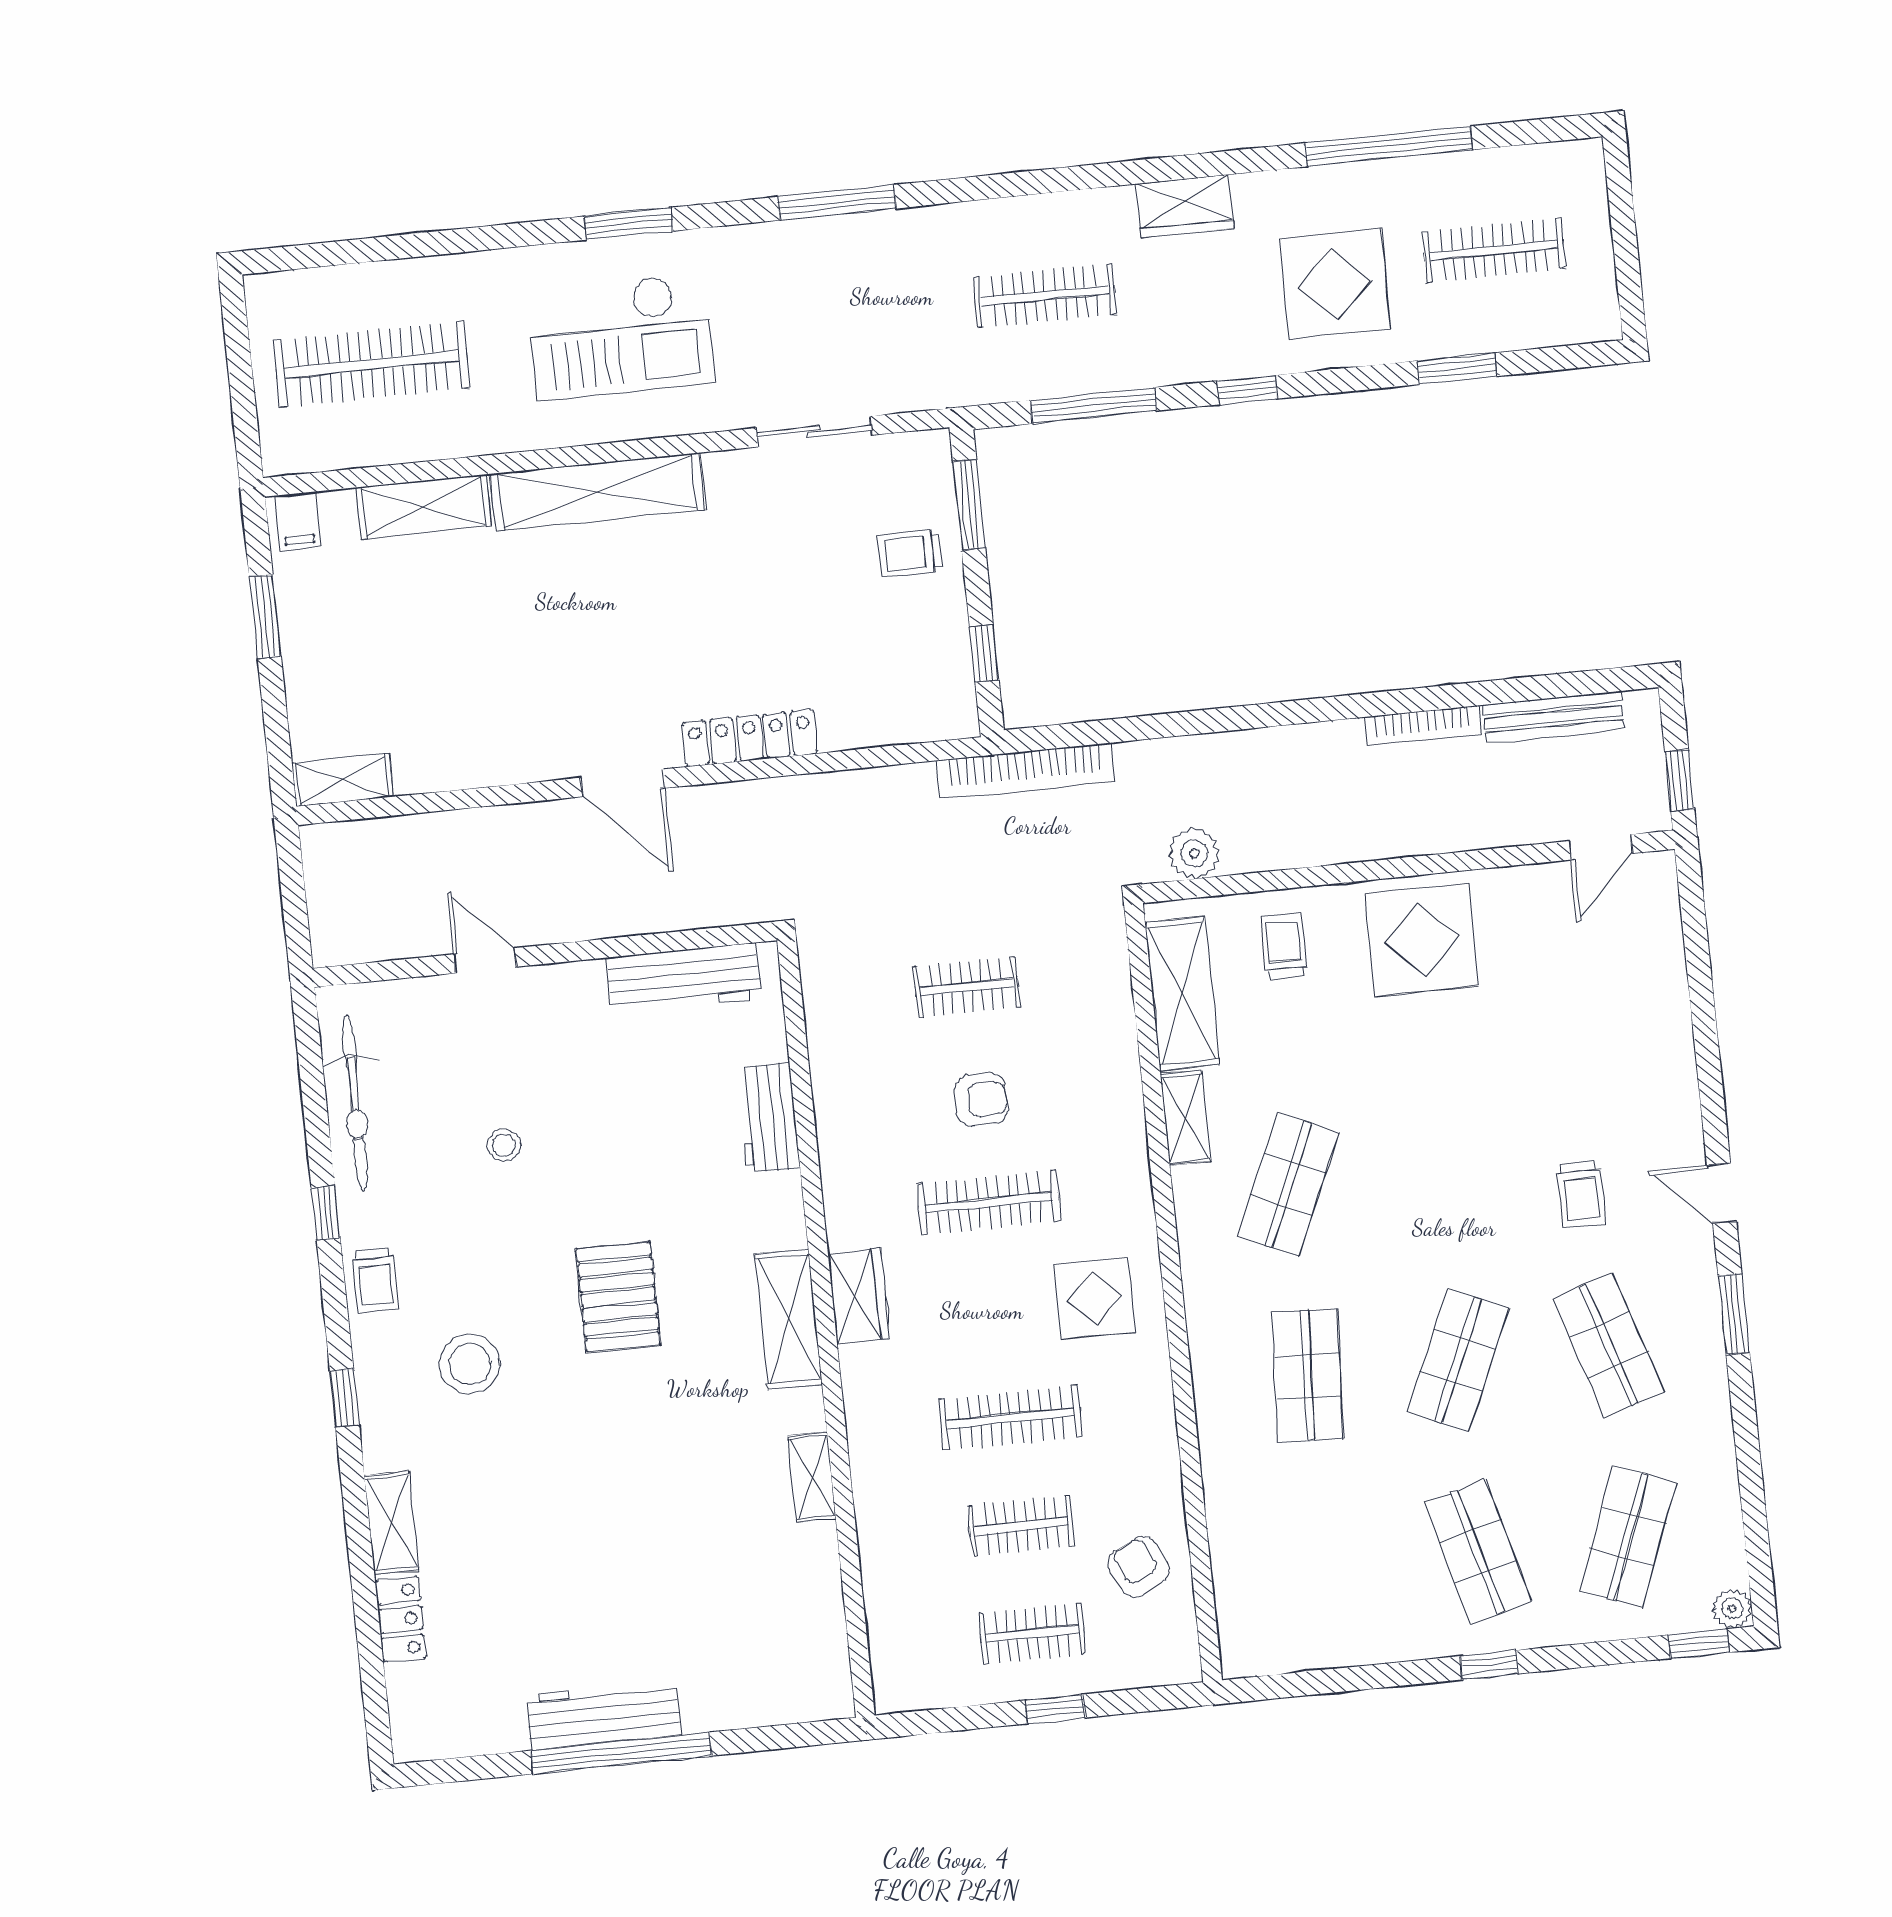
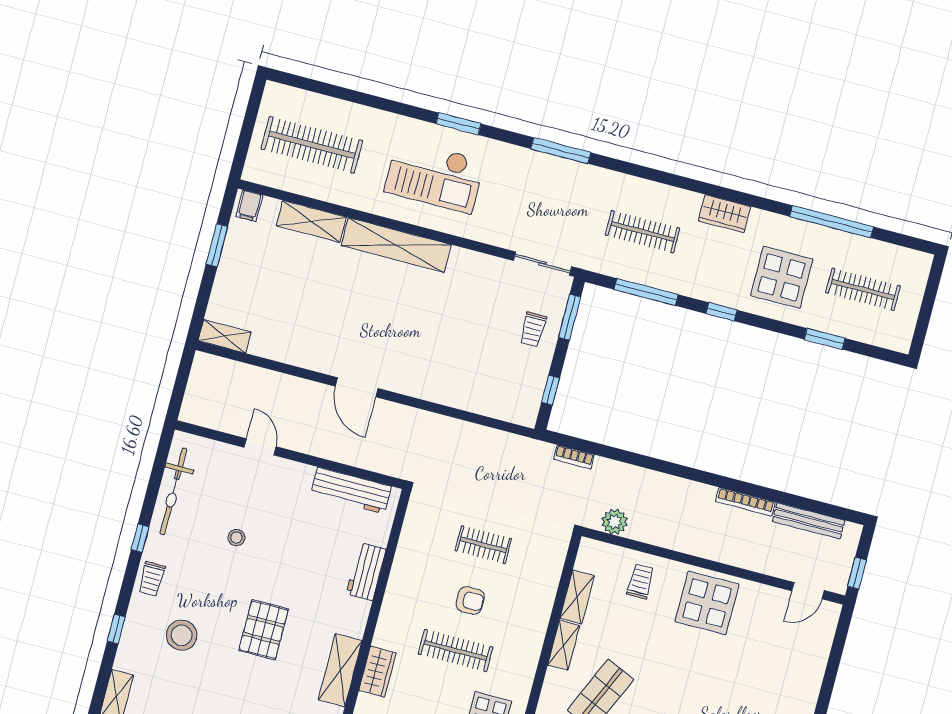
sliding door: (814, 431) -> (543, 264), moved
trolley: (910, 553) -> (533, 329), turned -90
locker: (750, 738) -> (425, 389), removed
bookcase: (1026, 771) -> (574, 457), width x0.43, depth x0.76
shelving: (1182, 993) -> (577, 597), width x0.67, depth x0.75

